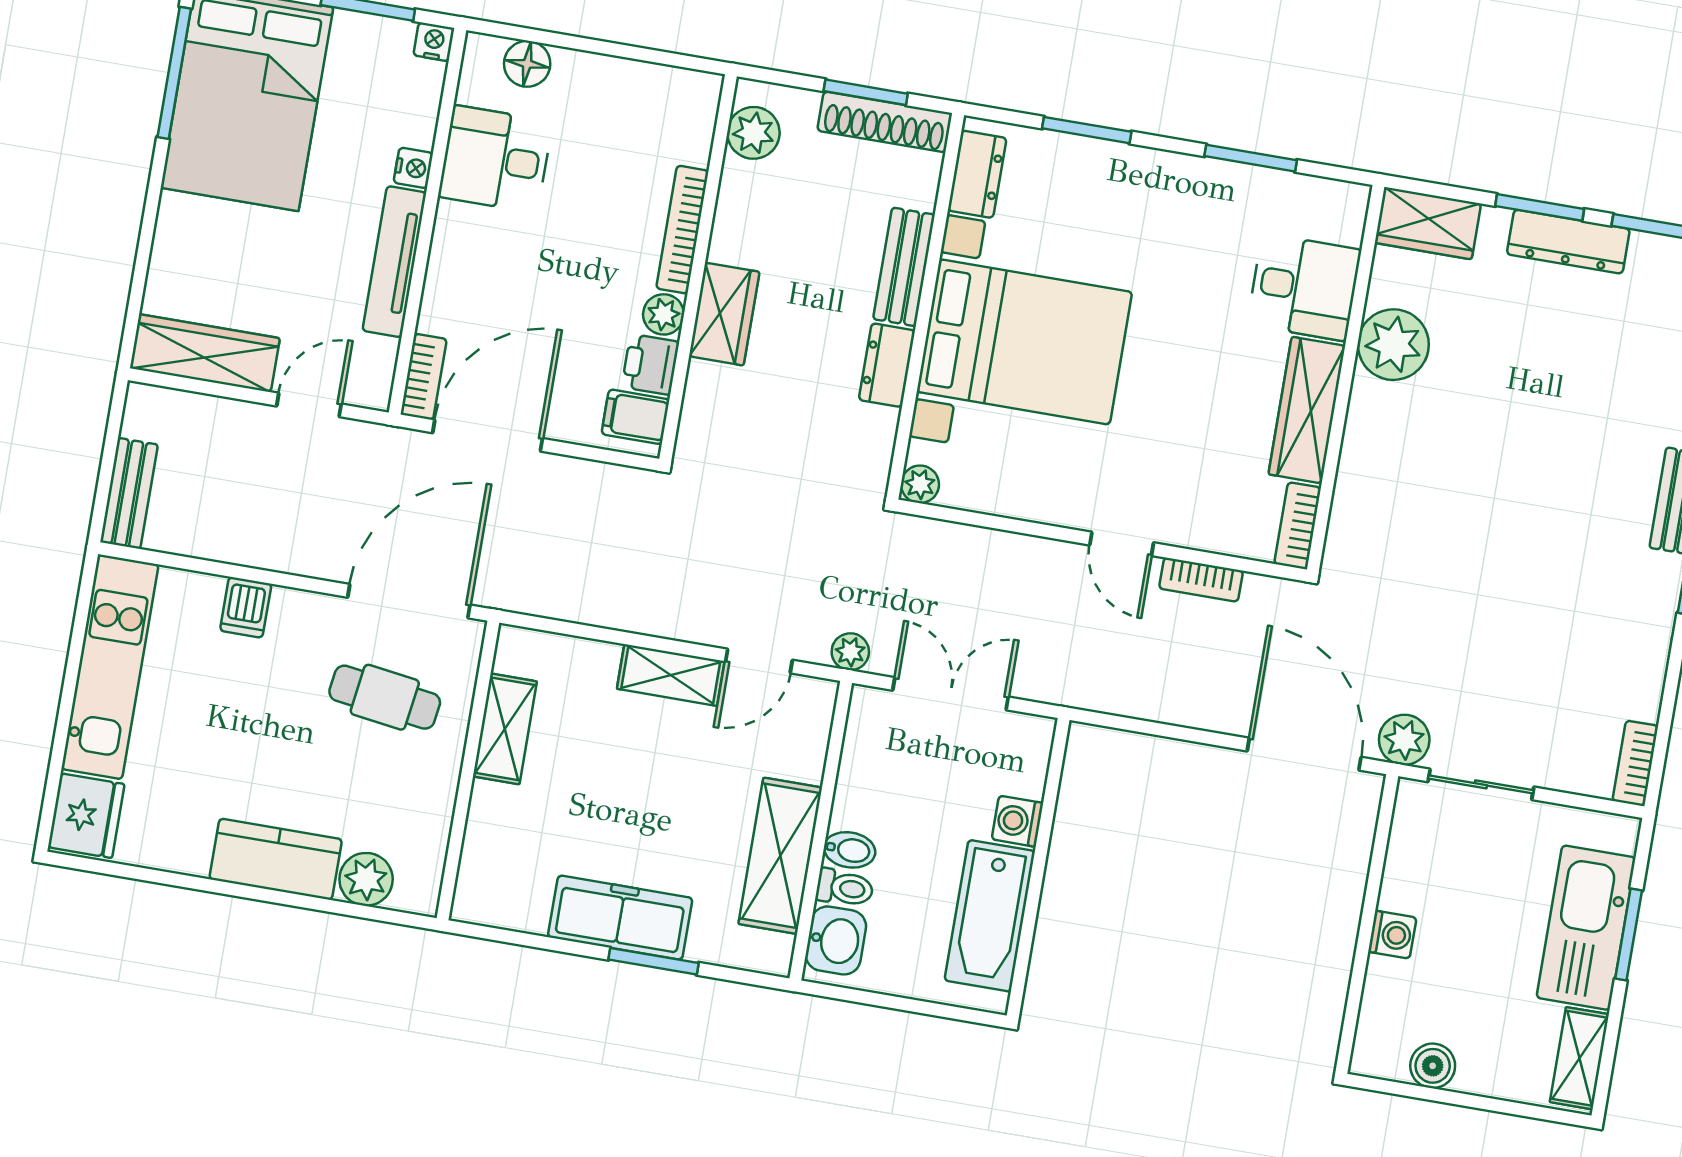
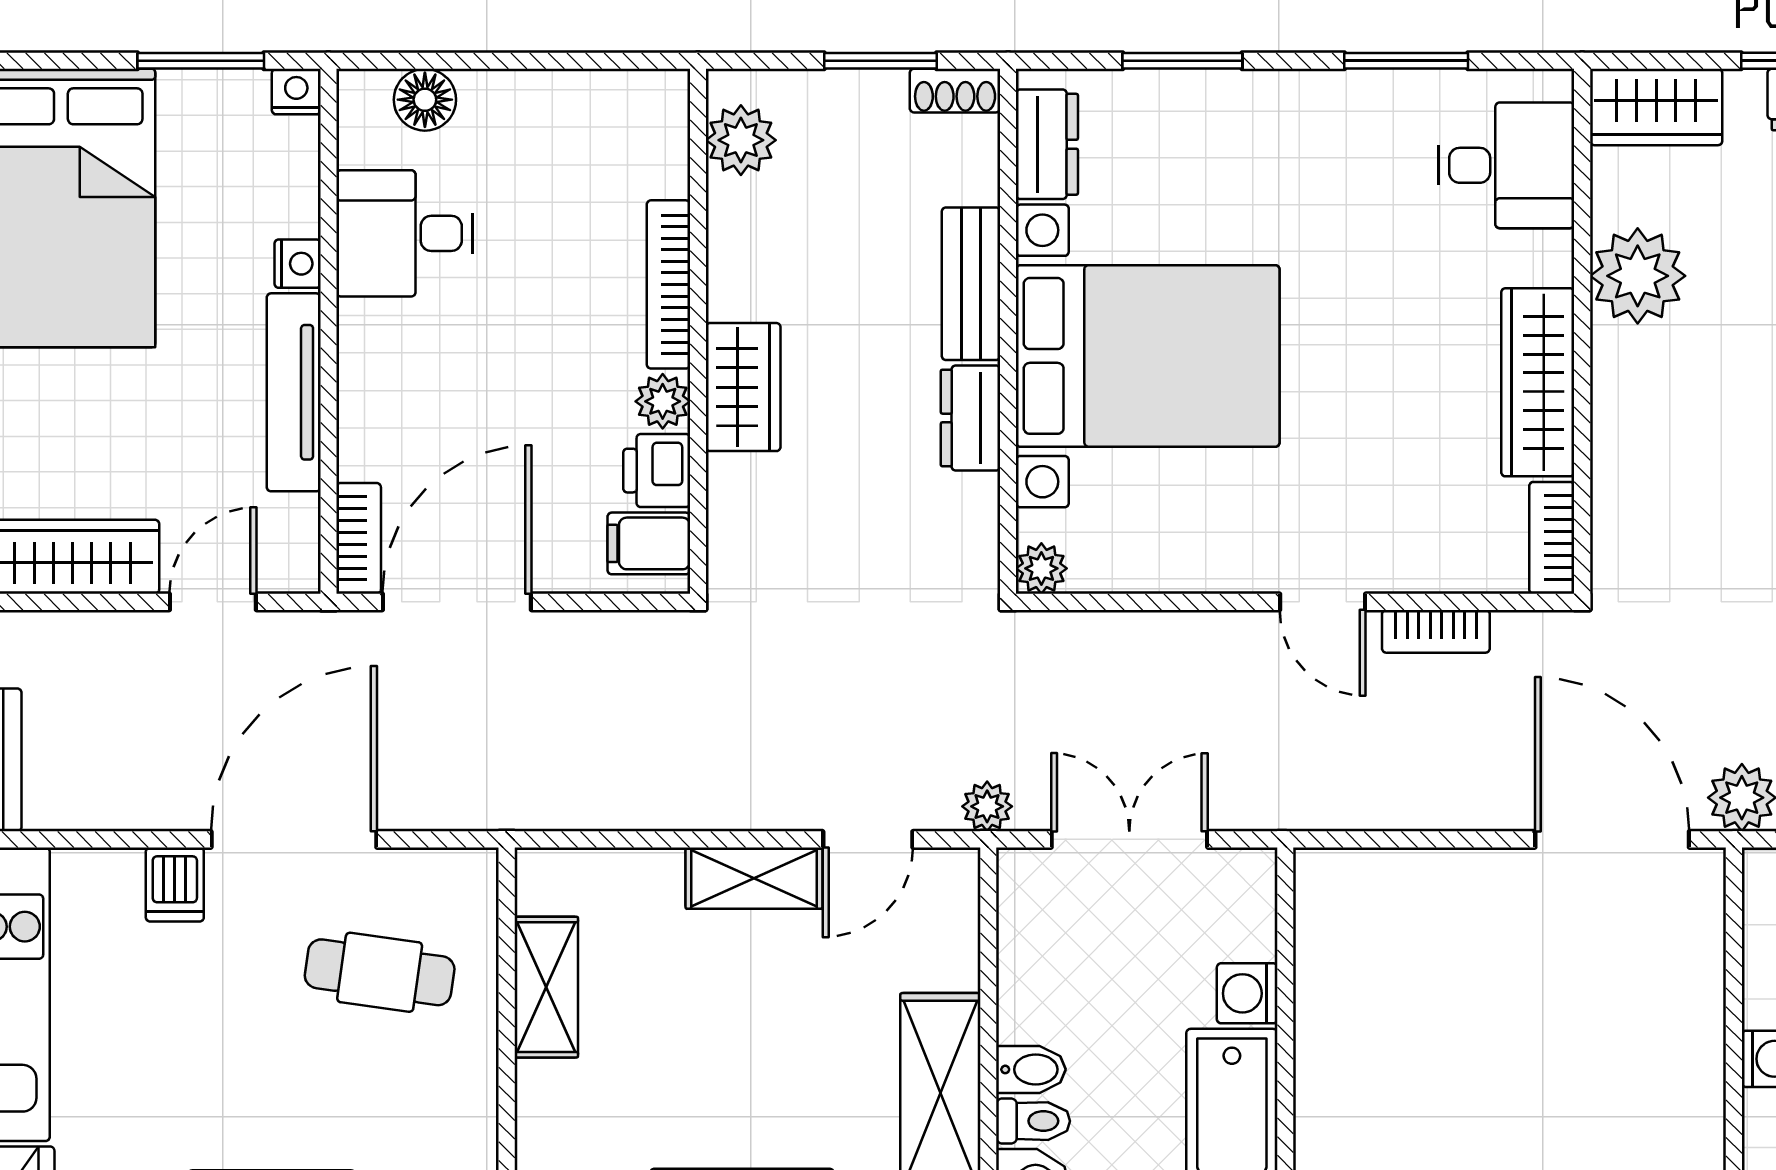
shoe rack: (885, 122) -> (955, 91), width x0.51, depth x0.81
desk: (1304, 287) -> (1506, 165), moved
door: (409, 601) -> (294, 839), moved

